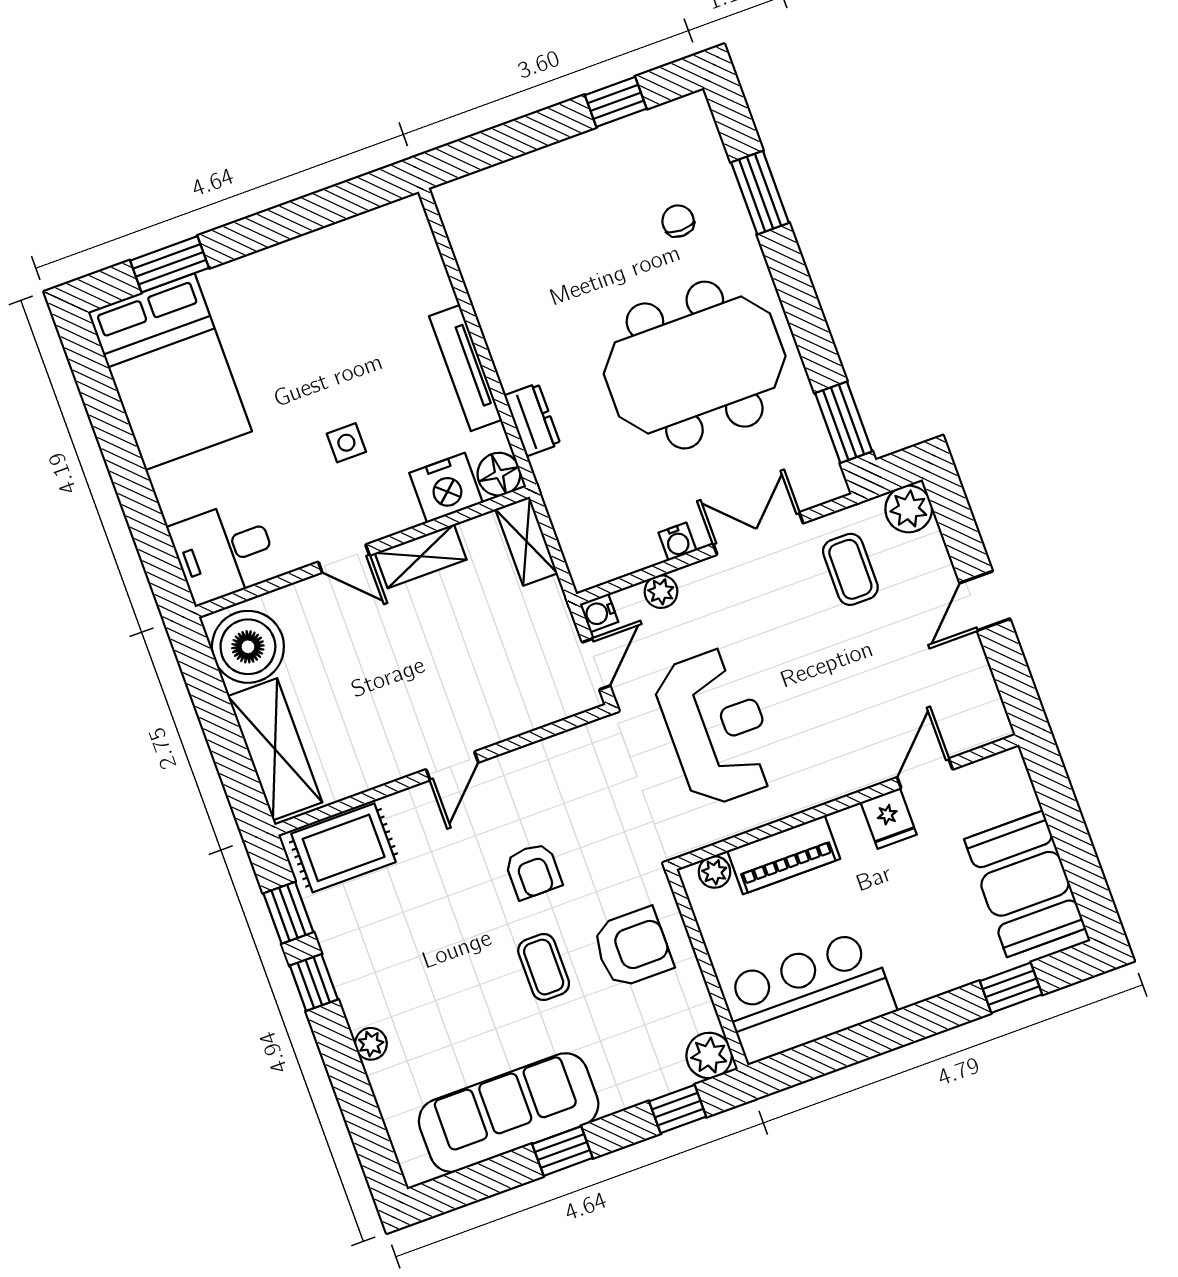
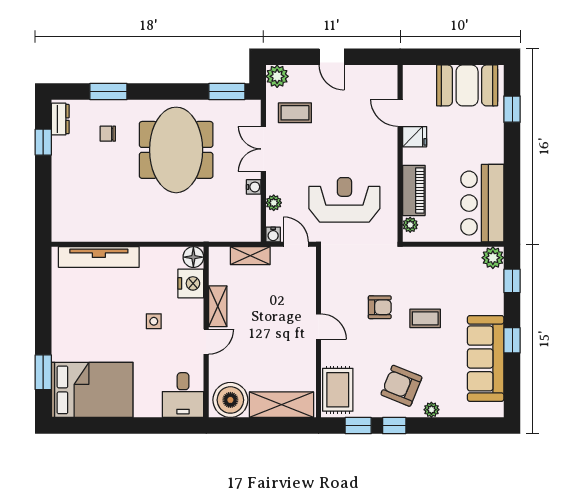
tv unit: (465, 368) -> (99, 257), moved, width x1.36, depth x1.29
dresser: (532, 420) -> (60, 119), moved, turned 90
shelving: (526, 541) -> (250, 256), moved
armchair: (633, 948) -> (401, 386), moved, turned -68

